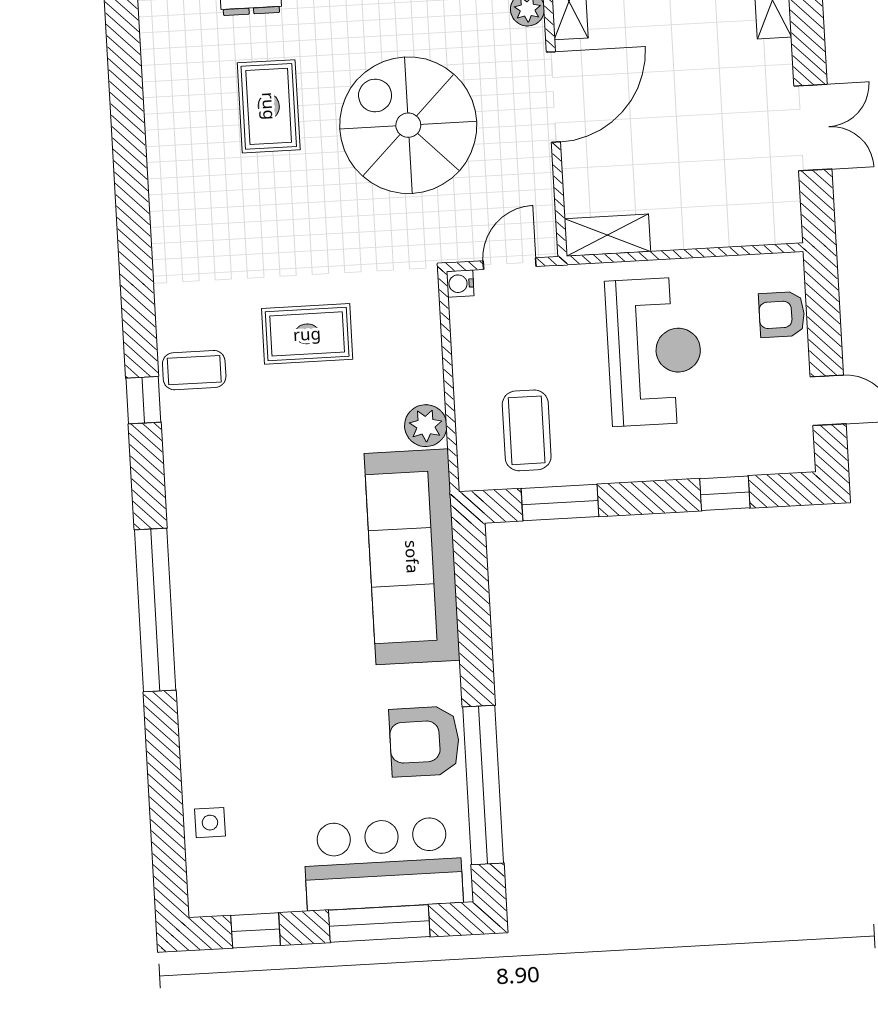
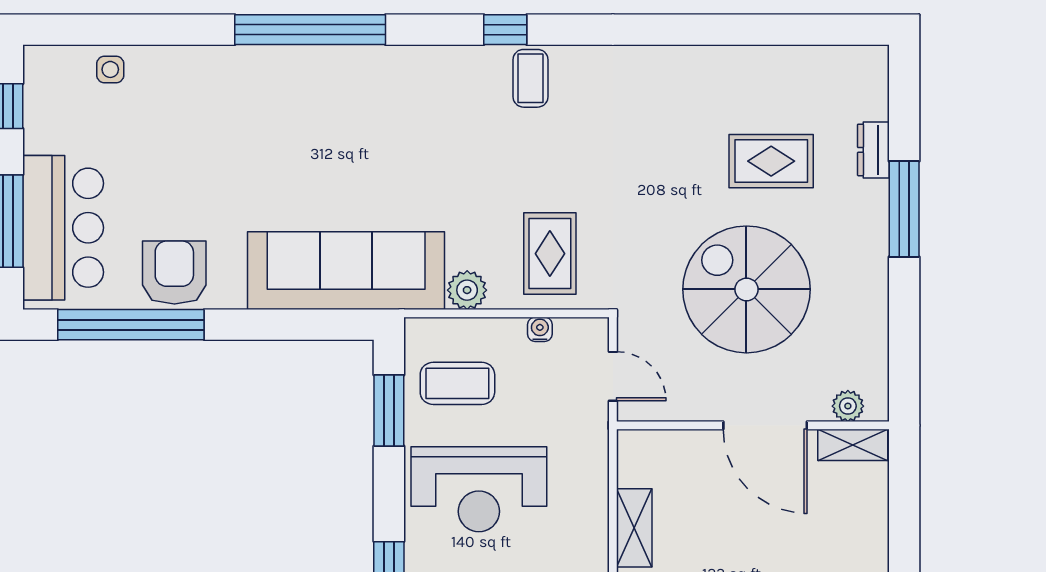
spiral stairs: (408, 125) -> (746, 289), turned -90
shelving: (607, 235) -> (634, 528), moved
water cooler: (460, 284) -> (540, 329), moved
rug: (307, 334) -> (550, 254), moved
reception desk: (654, 351) -> (479, 489), moved

